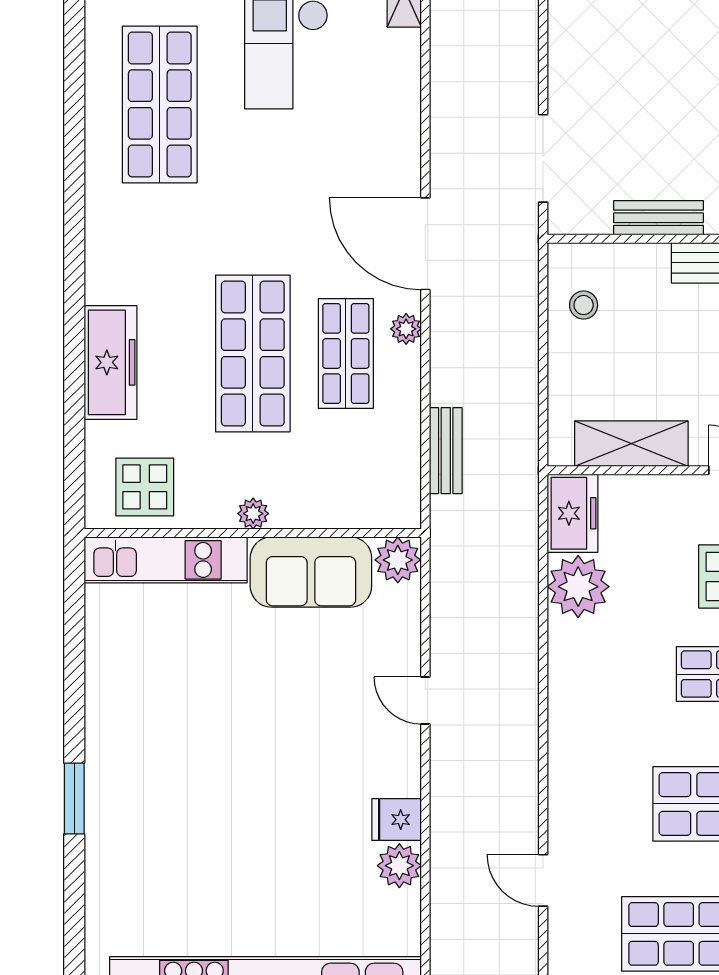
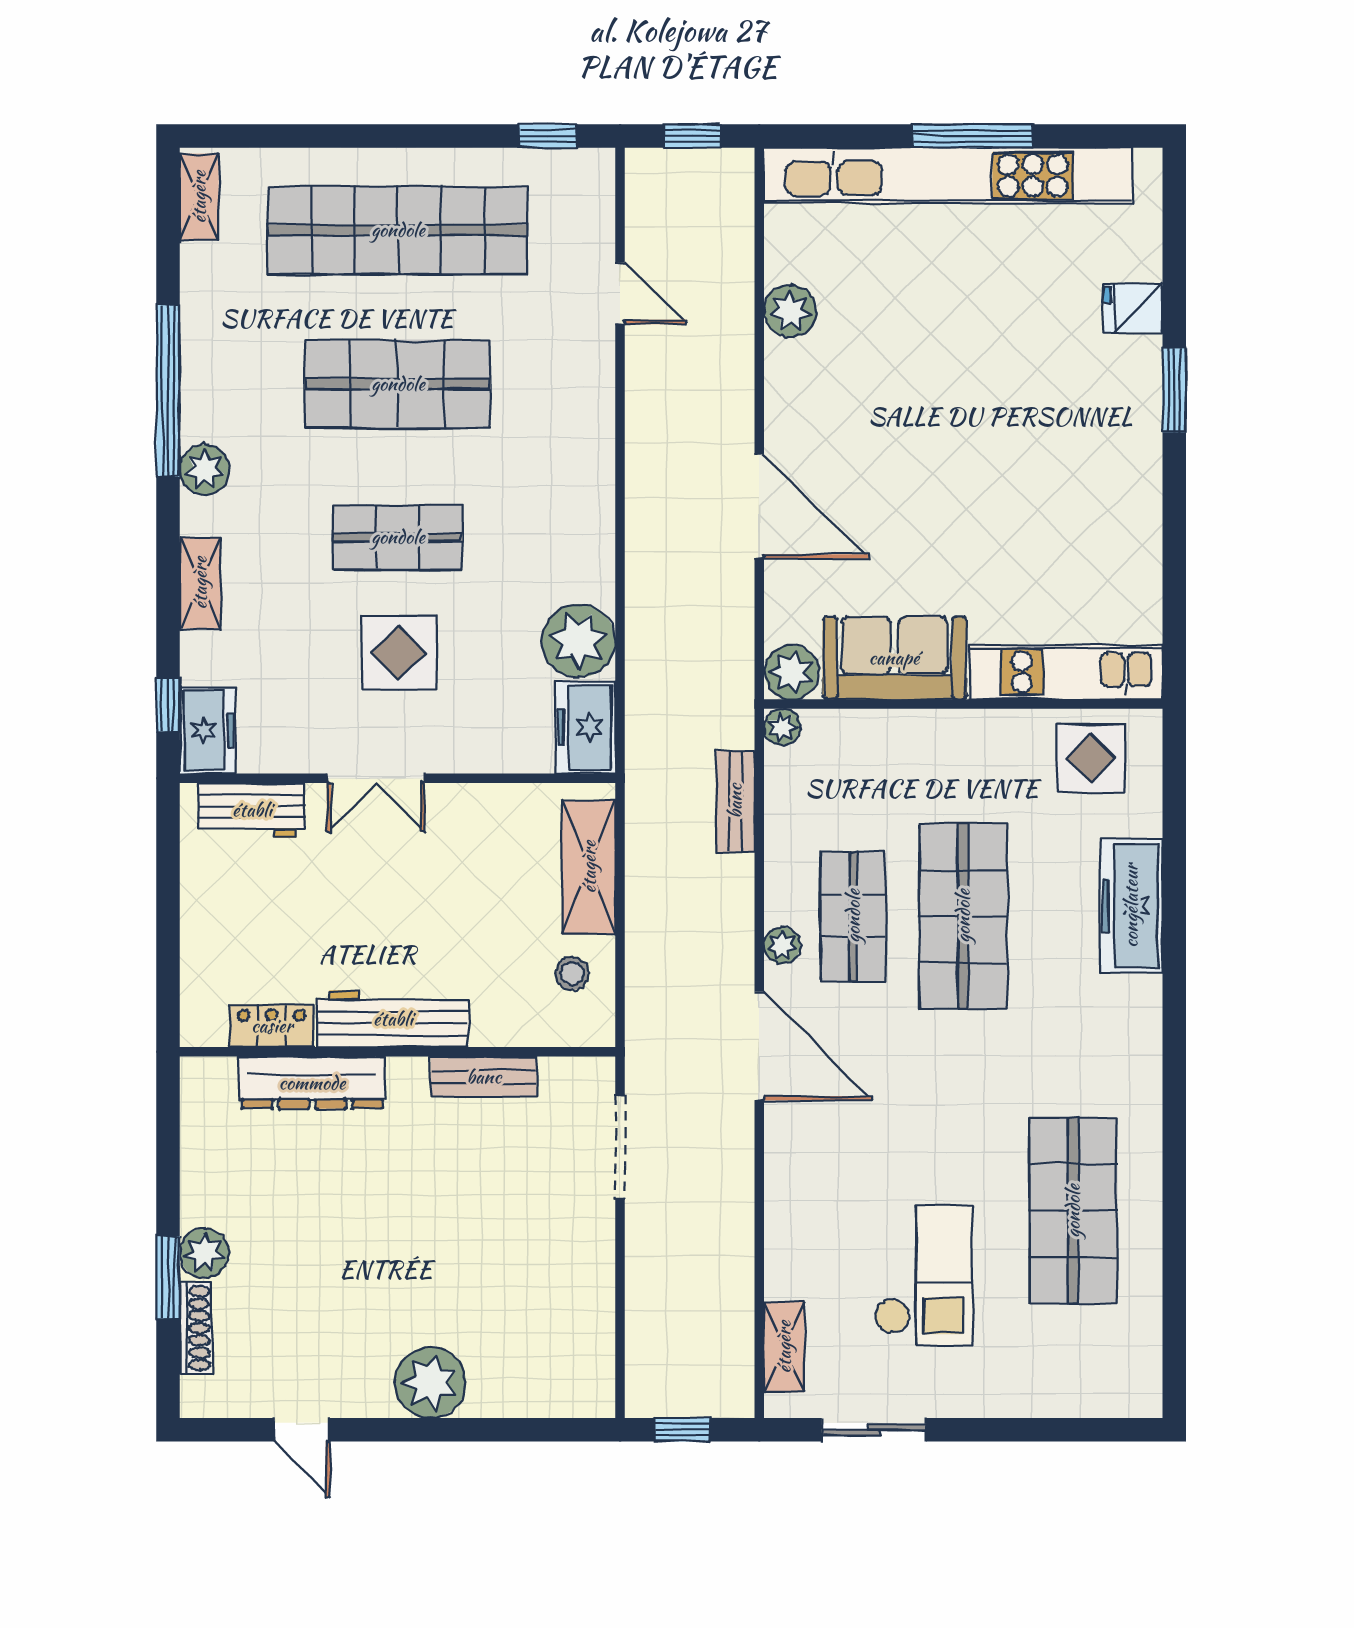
shelving: (631, 444) -> (589, 867), moved, turned 90
plant: (253, 514) -> (782, 727), moved
door: (425, 700) -> (759, 506), width x1.88
fridge: (397, 820) -> (1133, 308), moved, turned 180

